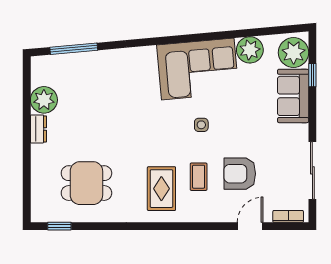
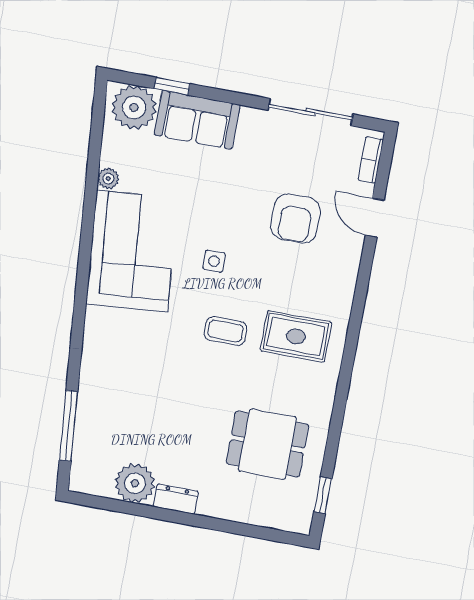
plant: (250, 50) -> (108, 178), width x0.53, depth x0.53
coffee table: (199, 177) -> (226, 331), moved
dining table: (86, 183) -> (267, 444), turned 90

